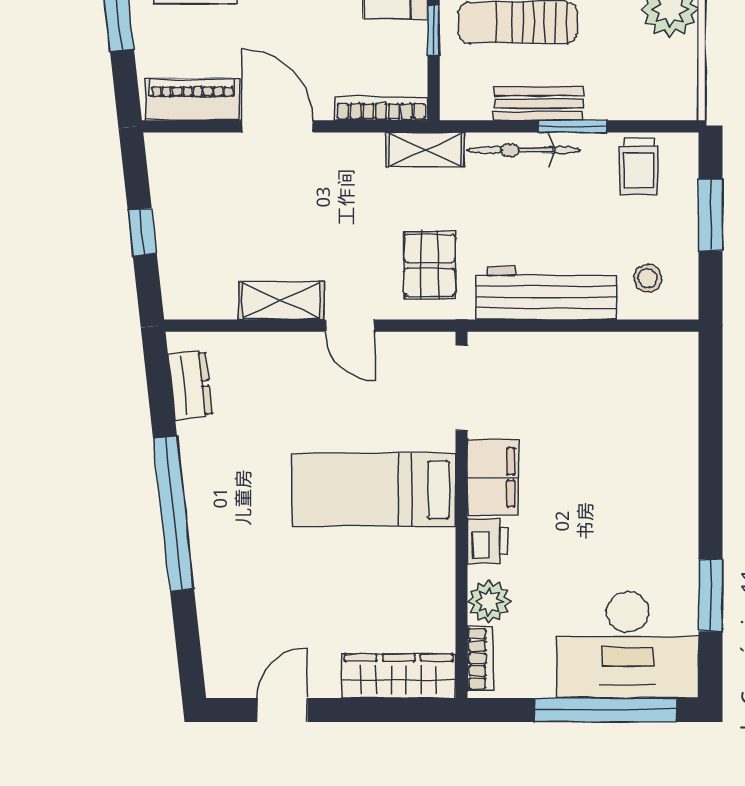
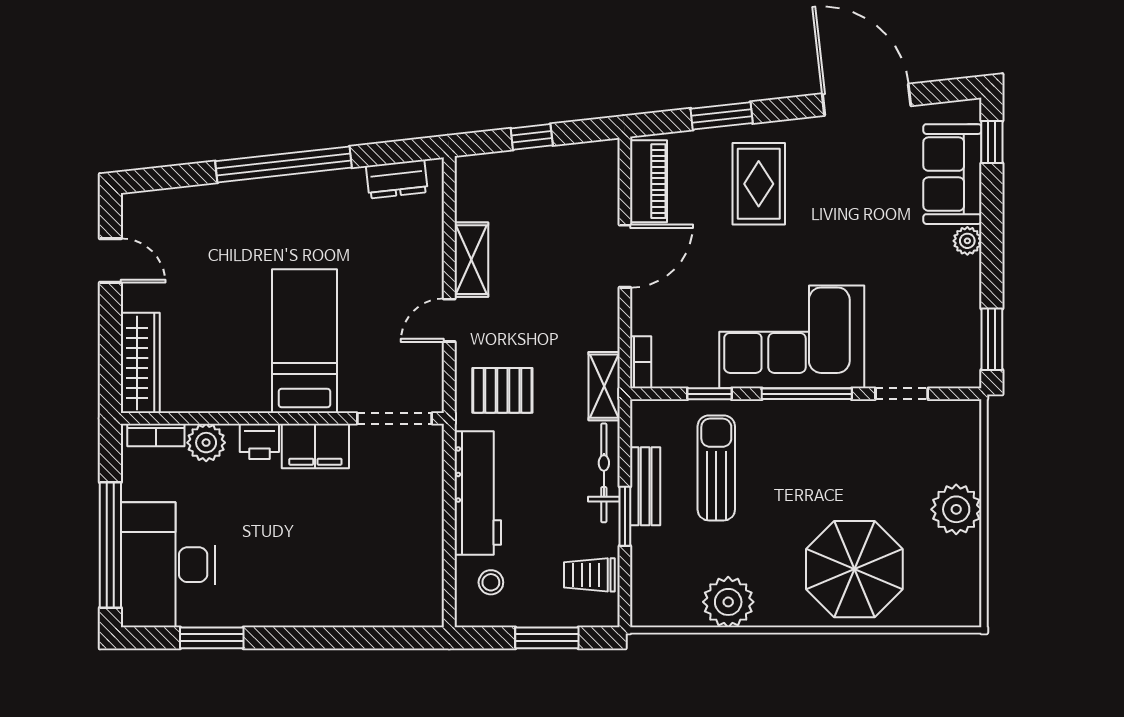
bookcase: (381, 108) -> (641, 362), width x0.64

